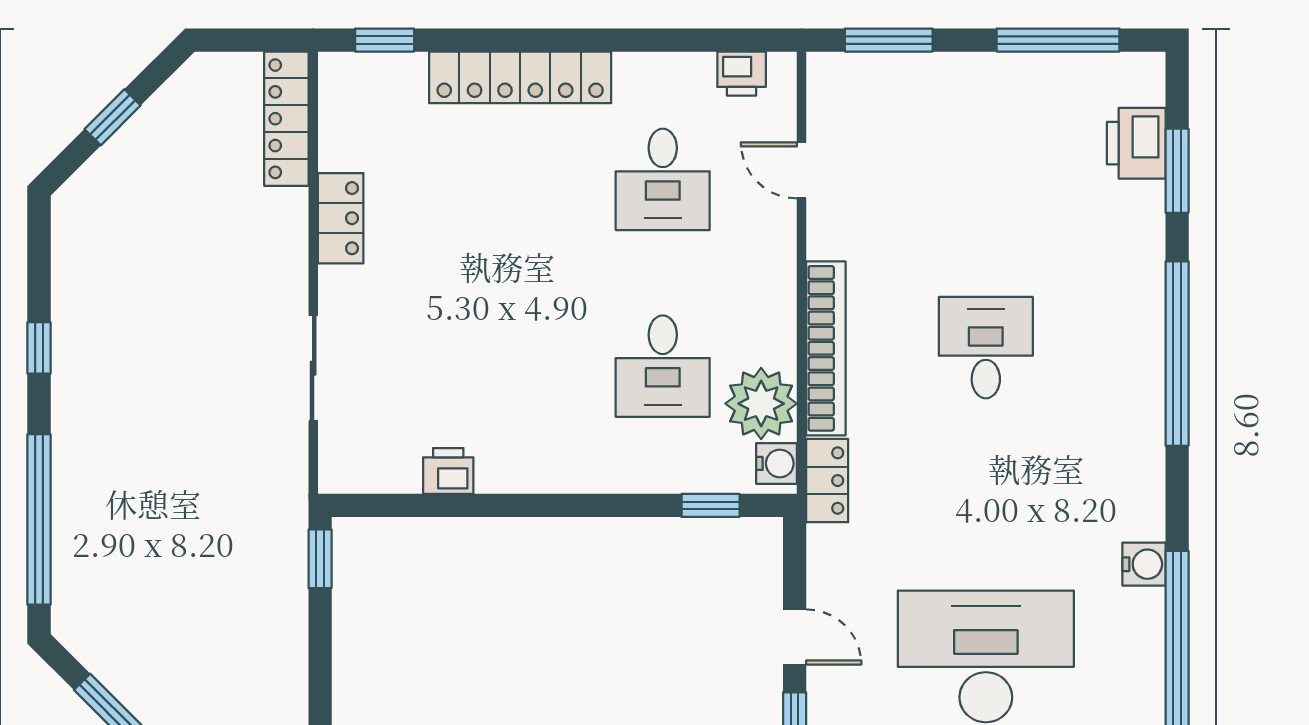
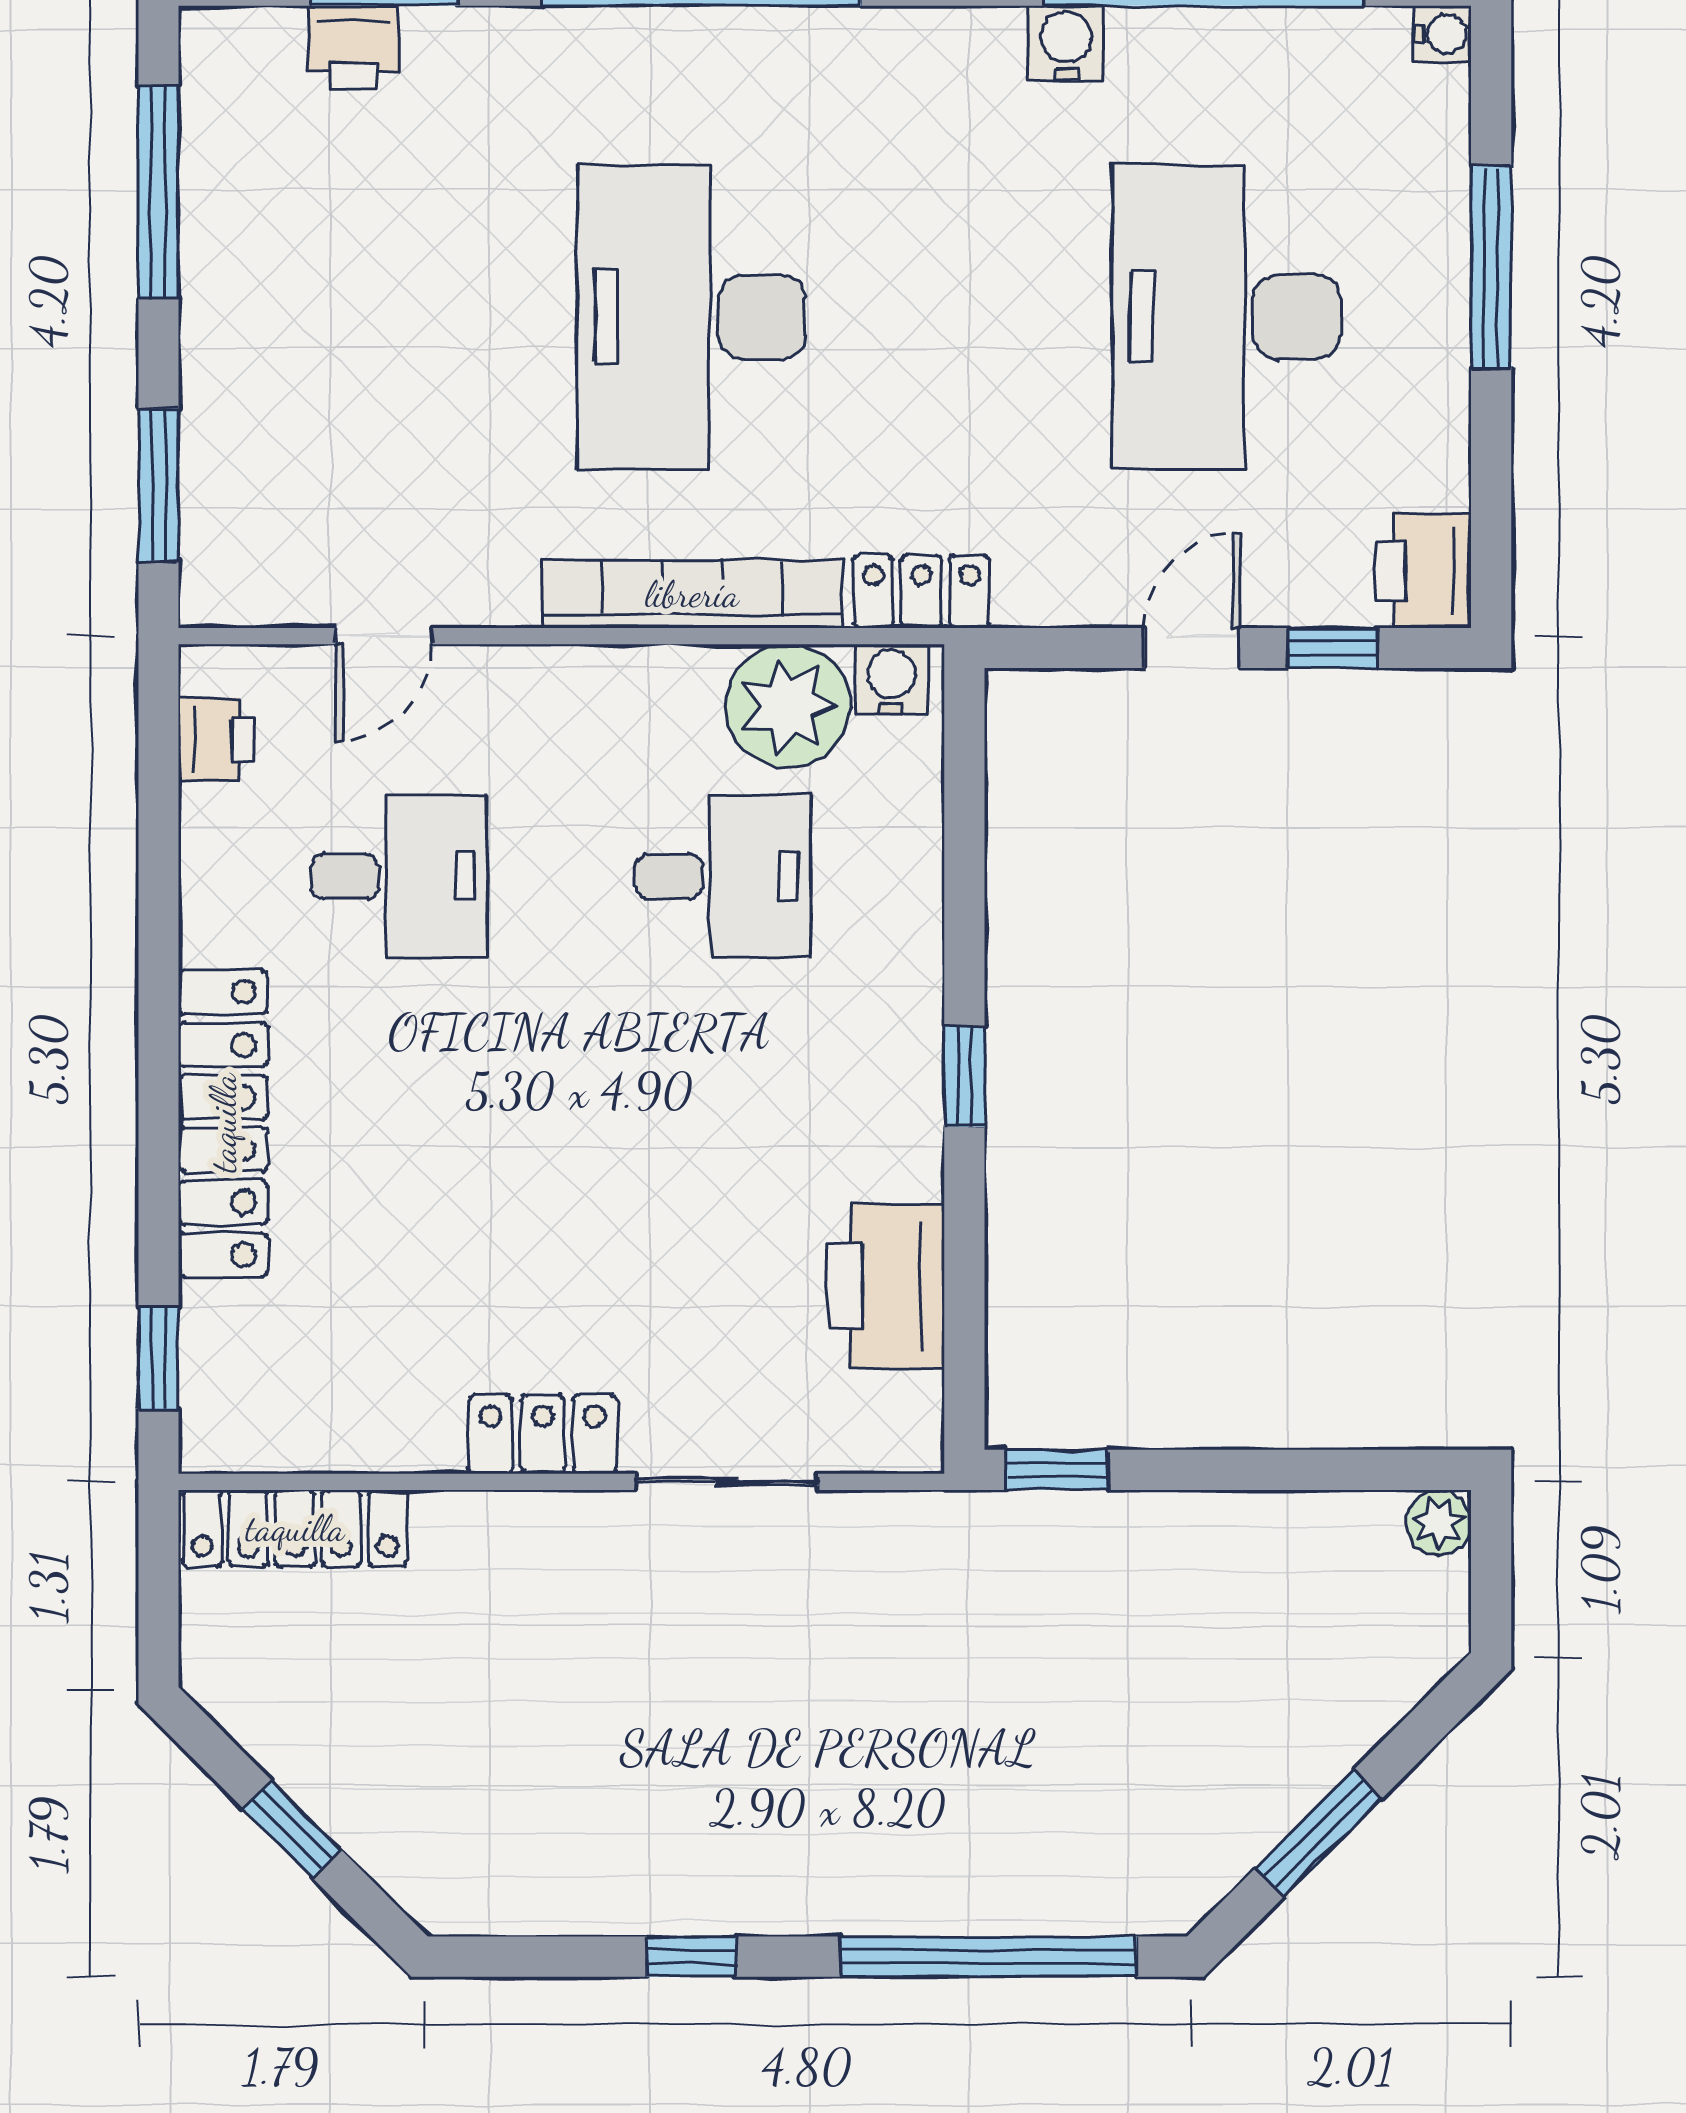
printer: (1136, 143) -> (353, 47), width x0.73, depth x0.81
locker: (341, 218) -> (543, 1434), moved
desk: (986, 348) -> (691, 317), width x1.87, depth x1.30
printer: (448, 471) -> (886, 1286), width x1.87, depth x1.48
window: (711, 505) -> (964, 1076), moved

